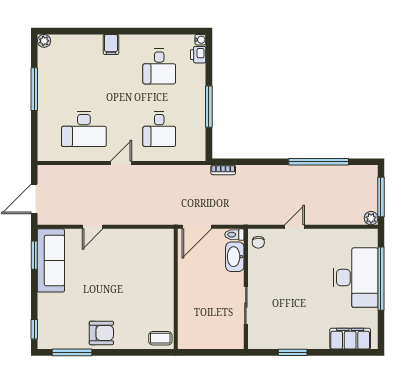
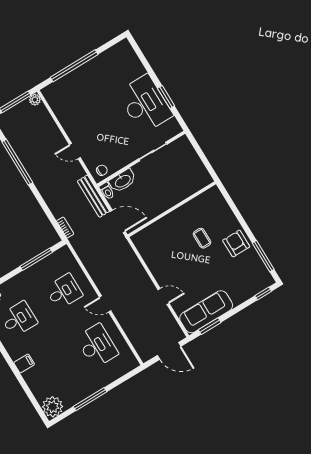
plant: (44, 41) -> (53, 407), width x1.88, depth x1.88
window: (209, 107) -> (36, 259), moved
bench: (237, 218) -> (93, 196), added
desk: (355, 278) -> (145, 104), moved, turned 90
coffee table: (160, 338) -> (202, 238), moved
filing cabinet: (350, 339) -> (131, 62), removed

